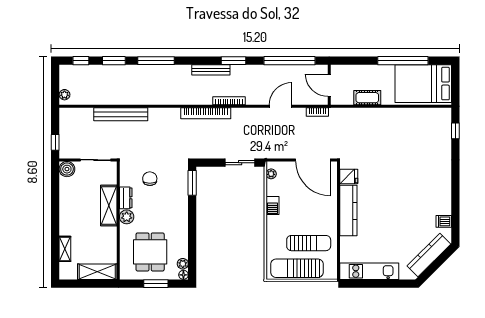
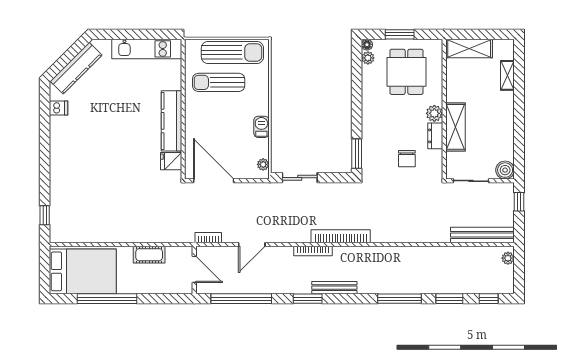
bench: (121, 114) -> (482, 235), moved

